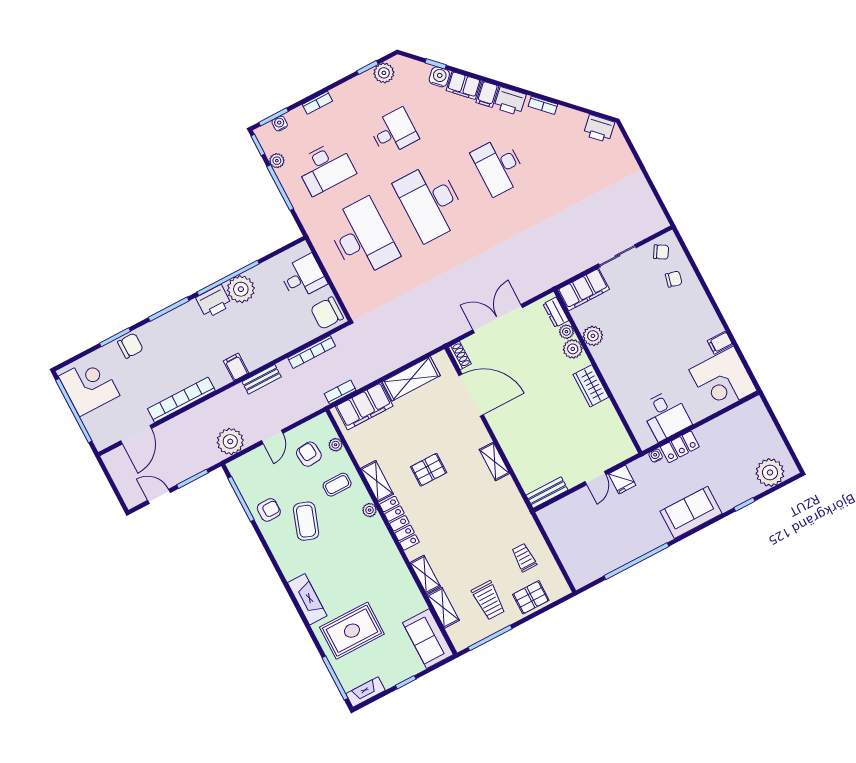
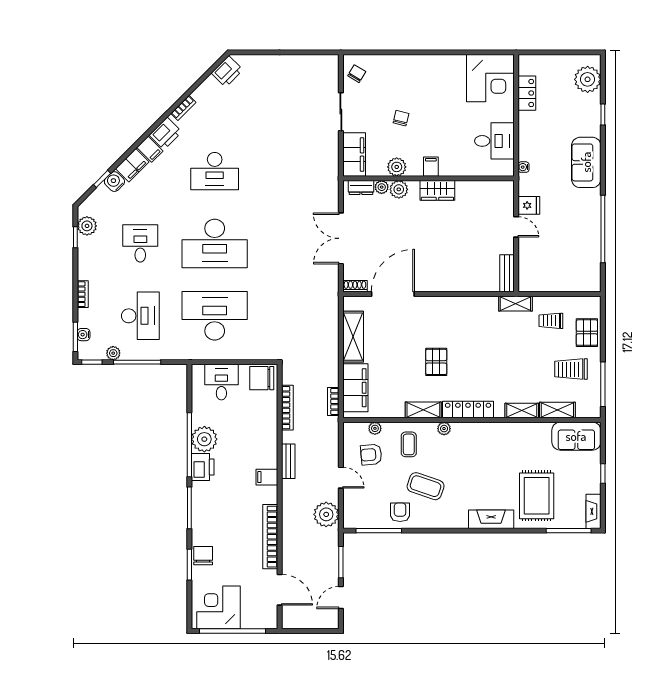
chair: (674, 279) -> (401, 118), moved
chair: (327, 313) -> (262, 378), turned 90
filing cabinet: (720, 343) -> (431, 167), moved, turned 180
locker: (680, 447) -> (527, 93), moved
shelving: (494, 461) -> (515, 304), moved
trolley: (489, 600) -> (571, 369), turned 180

